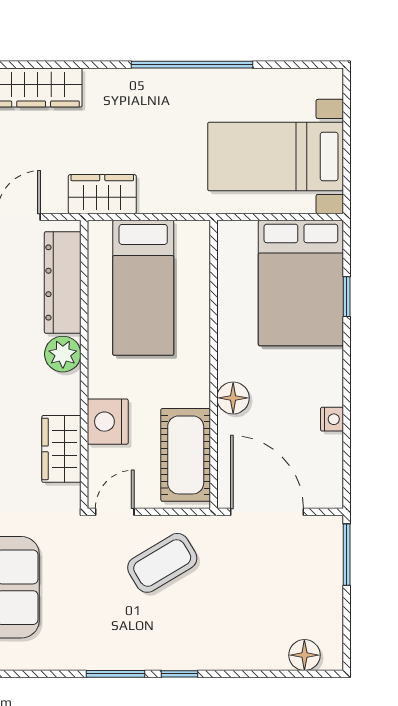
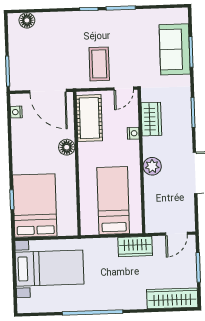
dresser: (63, 282) -> (153, 202), removed
nightstand: (332, 419) -> (16, 112), moved
nightstand: (108, 422) -> (133, 133), width x0.53, depth x0.56
coffee table: (162, 563) -> (99, 64), turned -59

